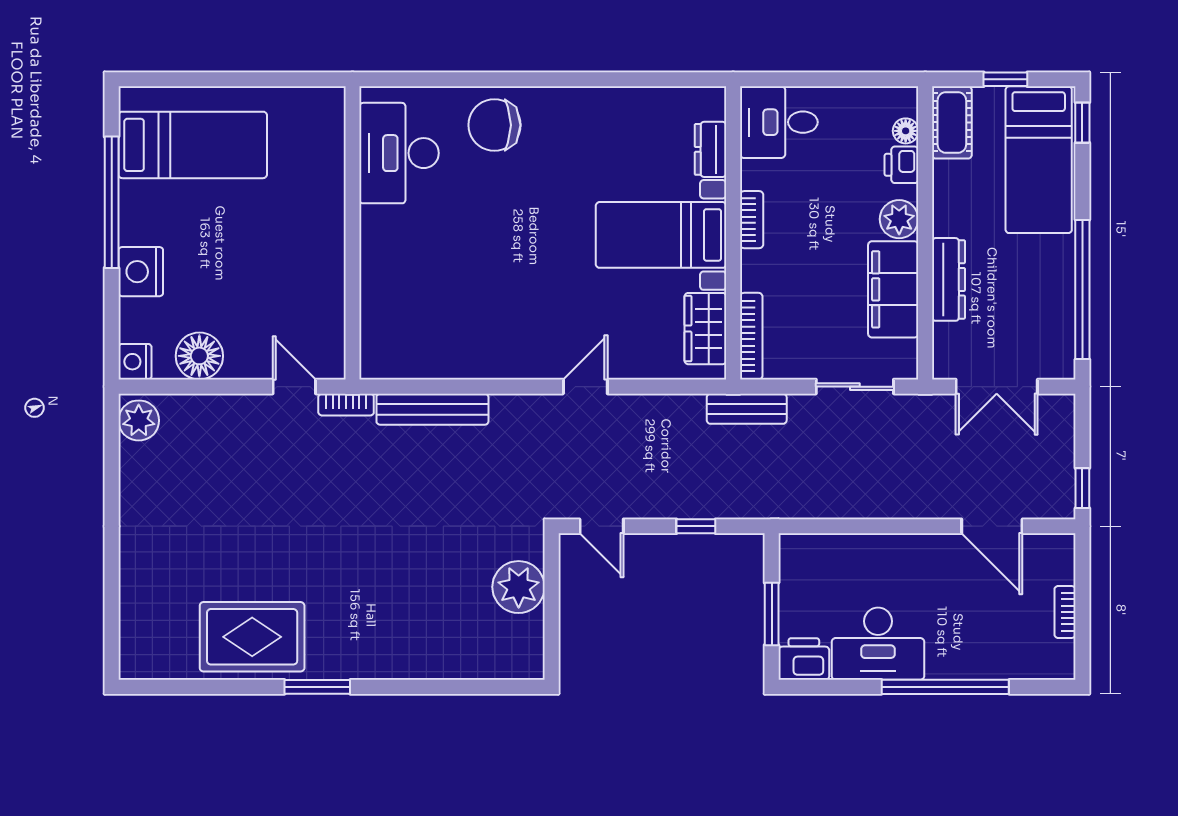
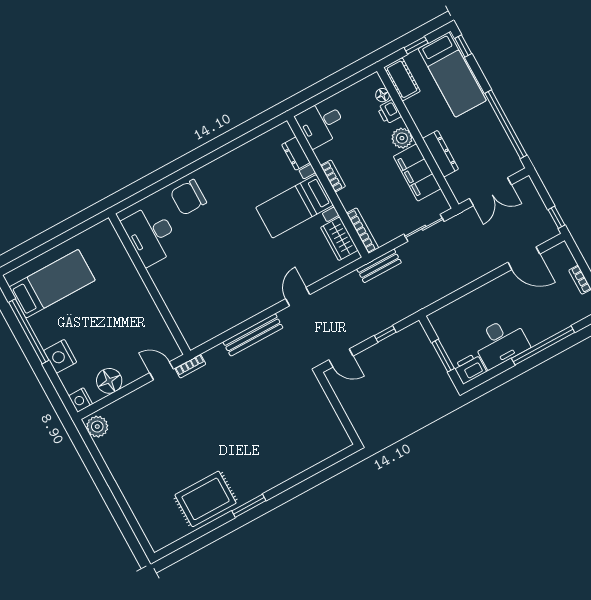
bench: (432, 409) -> (253, 335), moved
plant: (519, 587) -> (318, 408), removed

